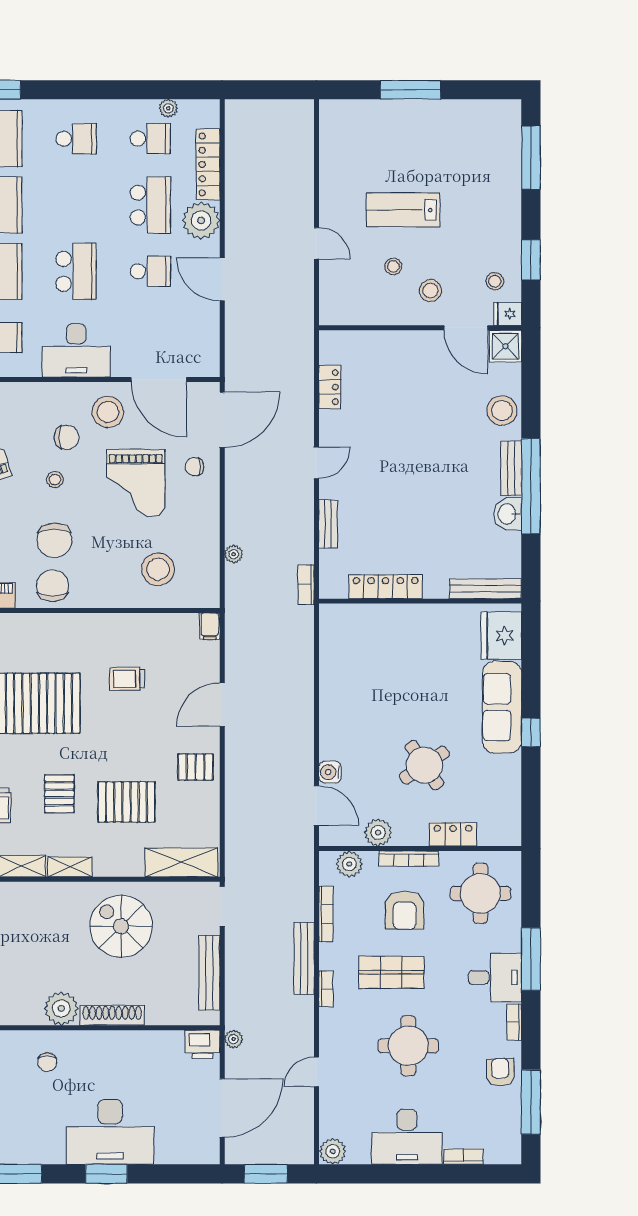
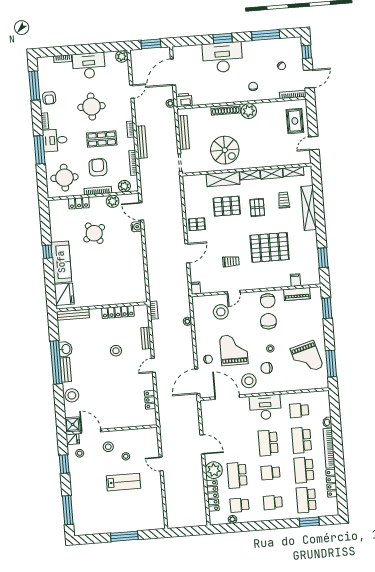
school desk: (150, 271) -> (271, 473), moved
stool: (397, 502) -> (116, 351), added
door: (126, 611) -> (234, 292), added
shelving: (181, 862) -> (223, 179), moved

